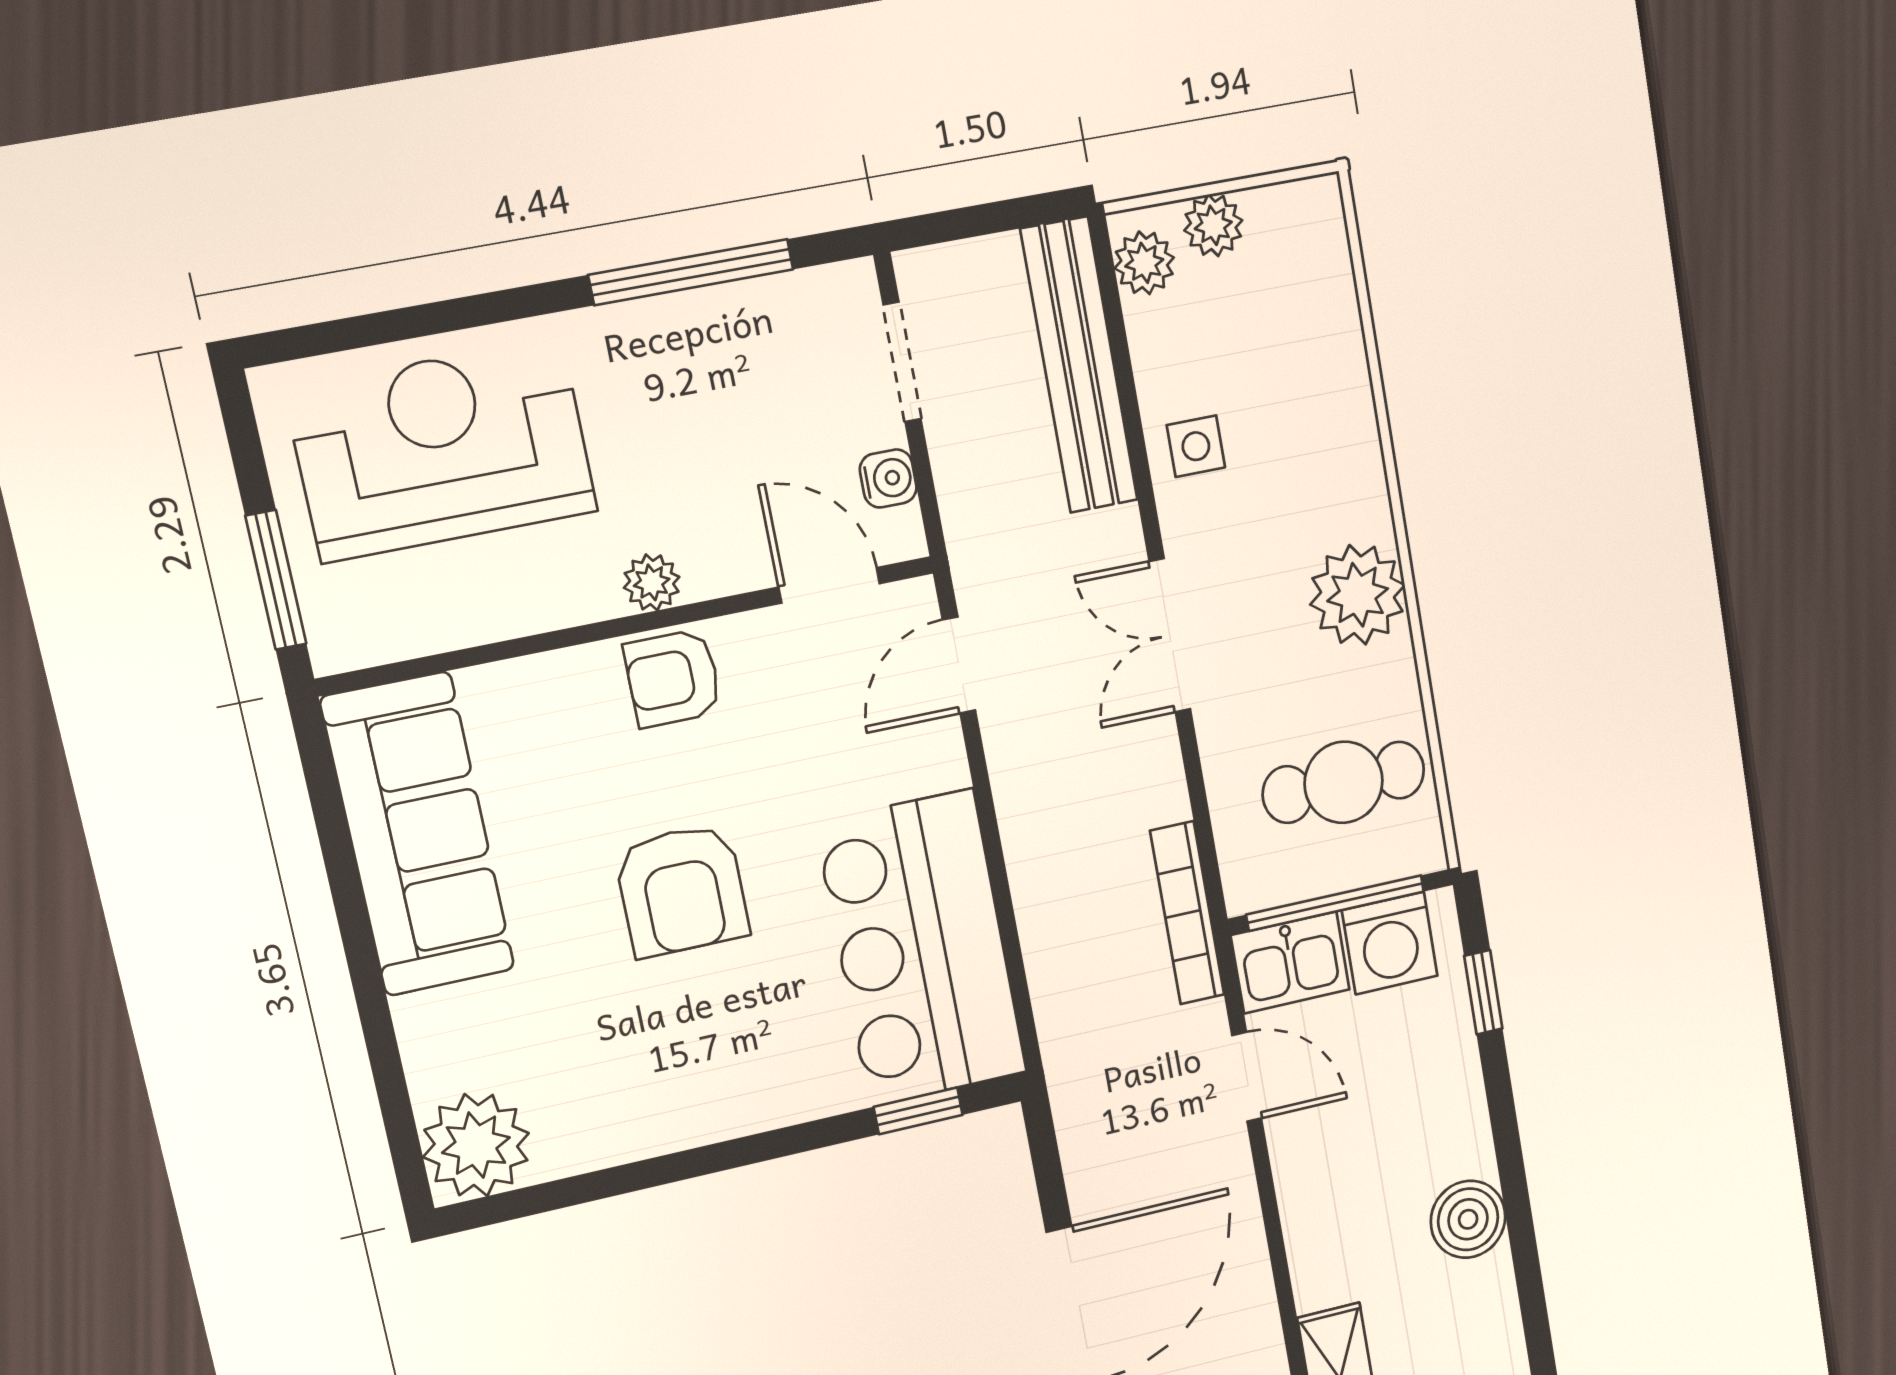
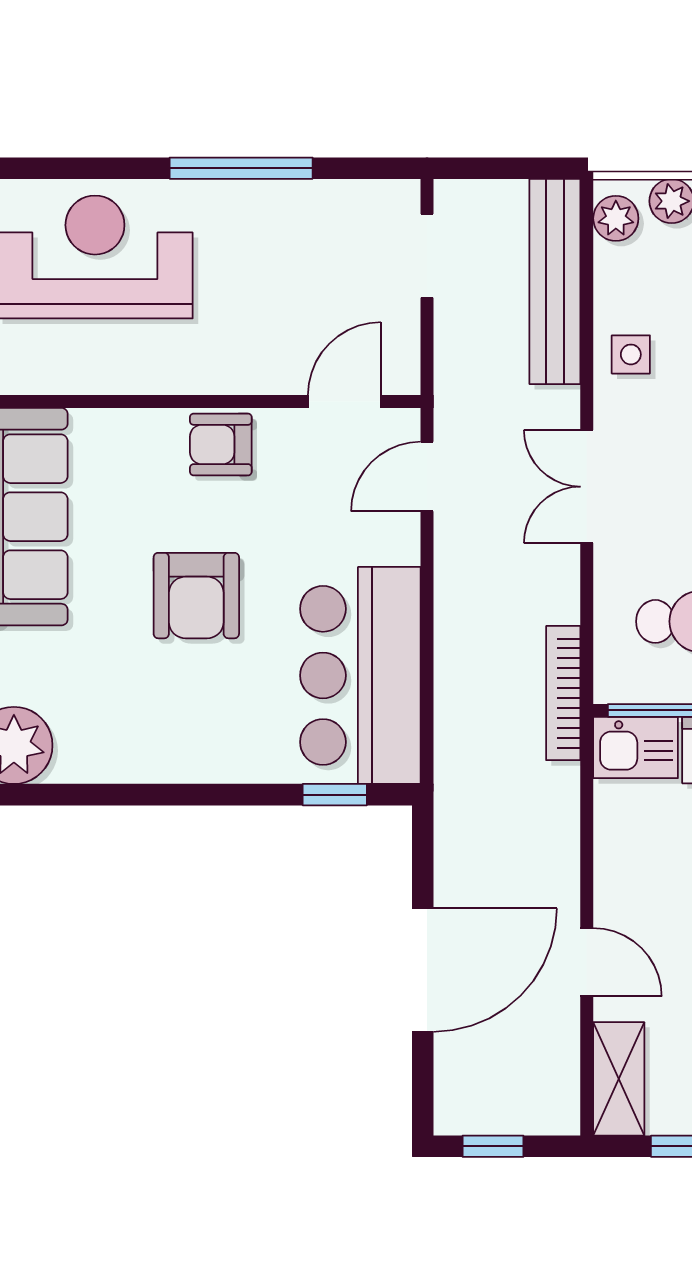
window: (691, 272) -> (241, 168), moved
water cooler: (888, 478) -> (401, 335), removed
plant: (652, 582) -> (220, 375), removed
door: (829, 585) -> (344, 401), hinge flipped
door: (1247, 1077) -> (587, 962), moved

